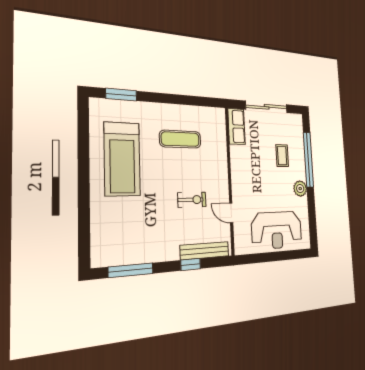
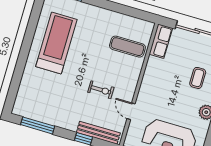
exercise mat: (180, 139) -> (127, 47), moved
treadmill: (122, 159) -> (56, 43), turned 180

